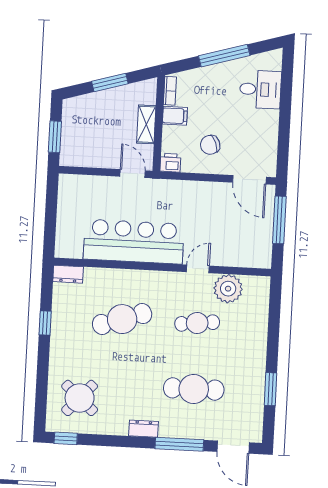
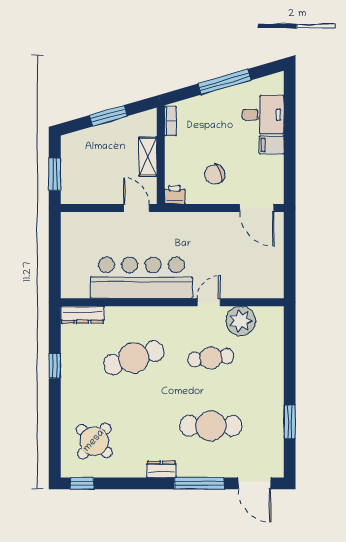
filing cabinet: (175, 116) -> (272, 145), moved, turned 180
window: (279, 220) -> (290, 248), removed
dresser: (68, 274) -> (82, 315), width x1.44

